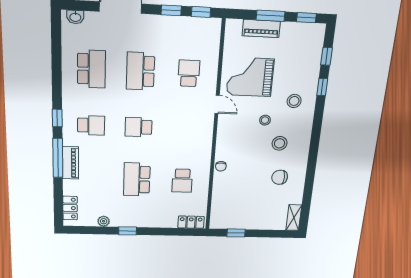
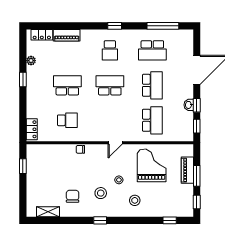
washbasin: (75, 17) -> (189, 105), moved
school desk: (141, 71) -> (152, 85), turned 90
school desk: (189, 73) -> (152, 120), width x1.85
window: (322, 87) -> (100, 220), moved
door: (217, 104) -> (115, 143), moved
school desk: (139, 127) -> (110, 85), width x1.85
window: (58, 158) -> (163, 26), moved
piano: (70, 163) -> (67, 35), moved
school desk: (182, 181) -> (67, 120), turned 180
shelving: (294, 218) -> (48, 212), moved

